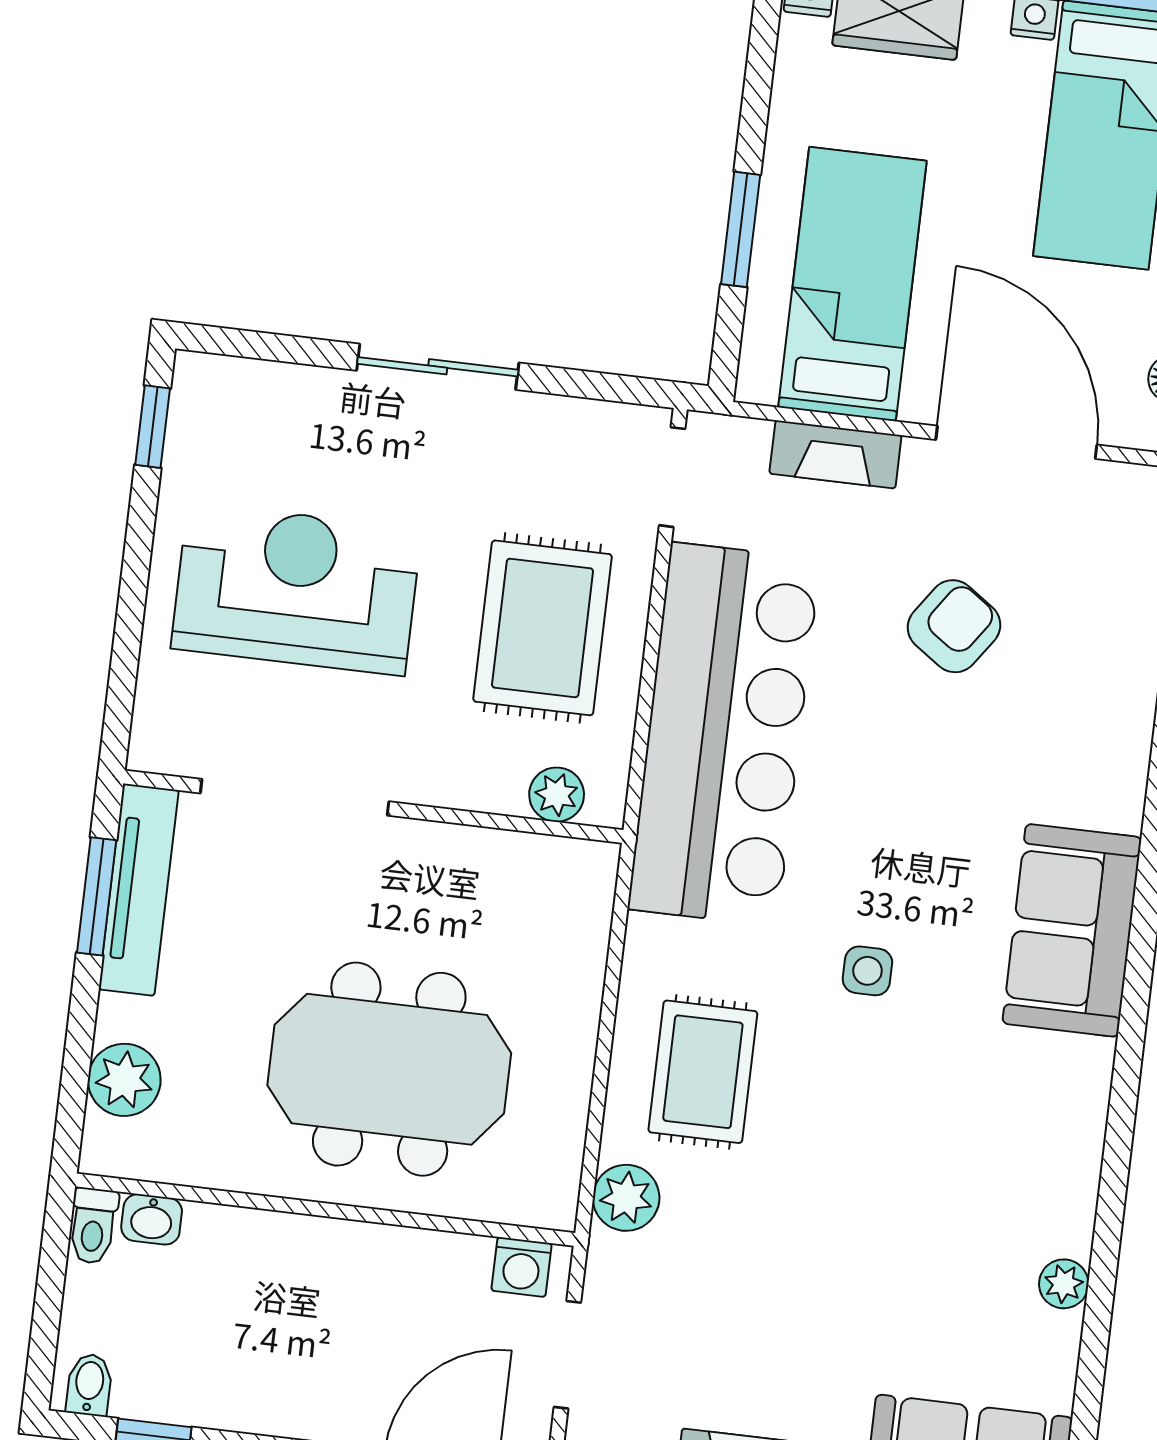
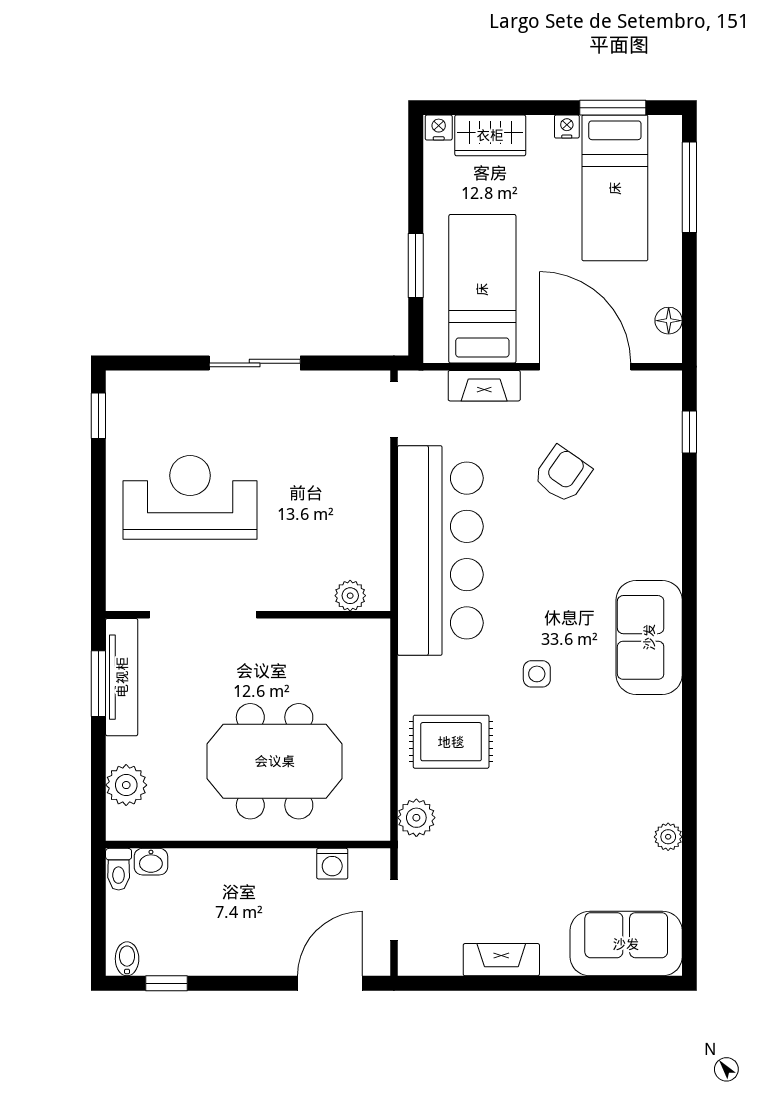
rug: (543, 628) -> (331, 503), removed
rug: (703, 1072) -> (451, 742), turned 90
washing machine: (521, 1267) -> (332, 864), moved

